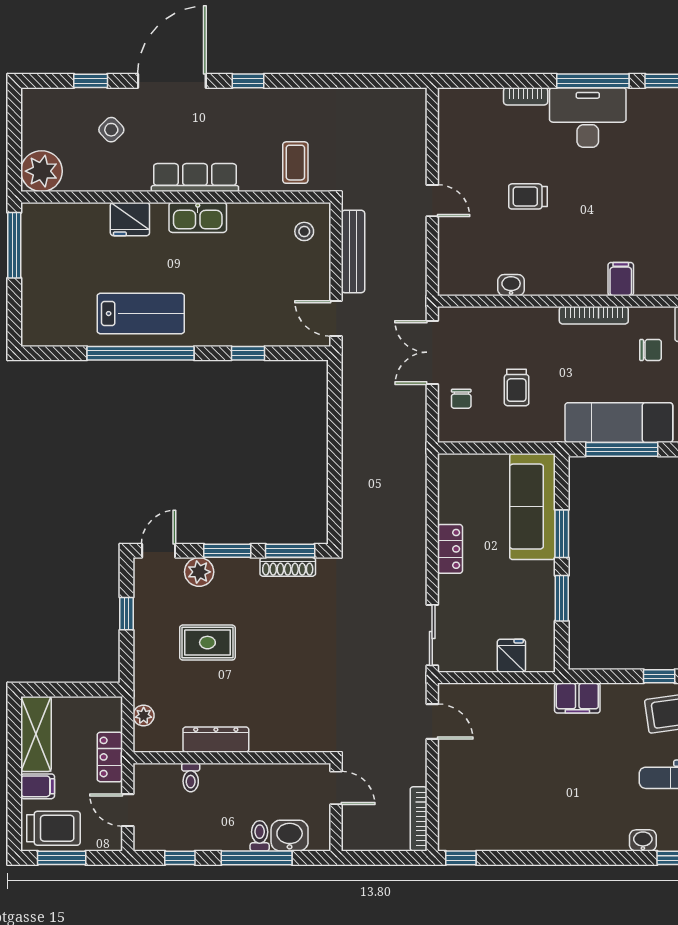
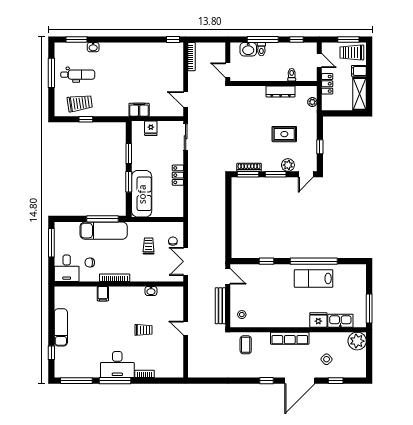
kitchen sink: (198, 217) -> (340, 321), moved
double door: (432, 352) -> (186, 261), swing flipped
filing cabinet: (577, 698) -> (139, 110), moved

